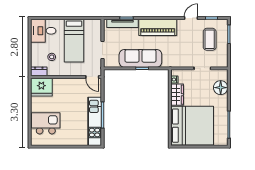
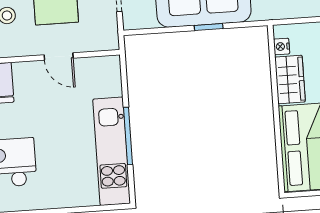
door: (92, 77) -> (59, 56), moved

